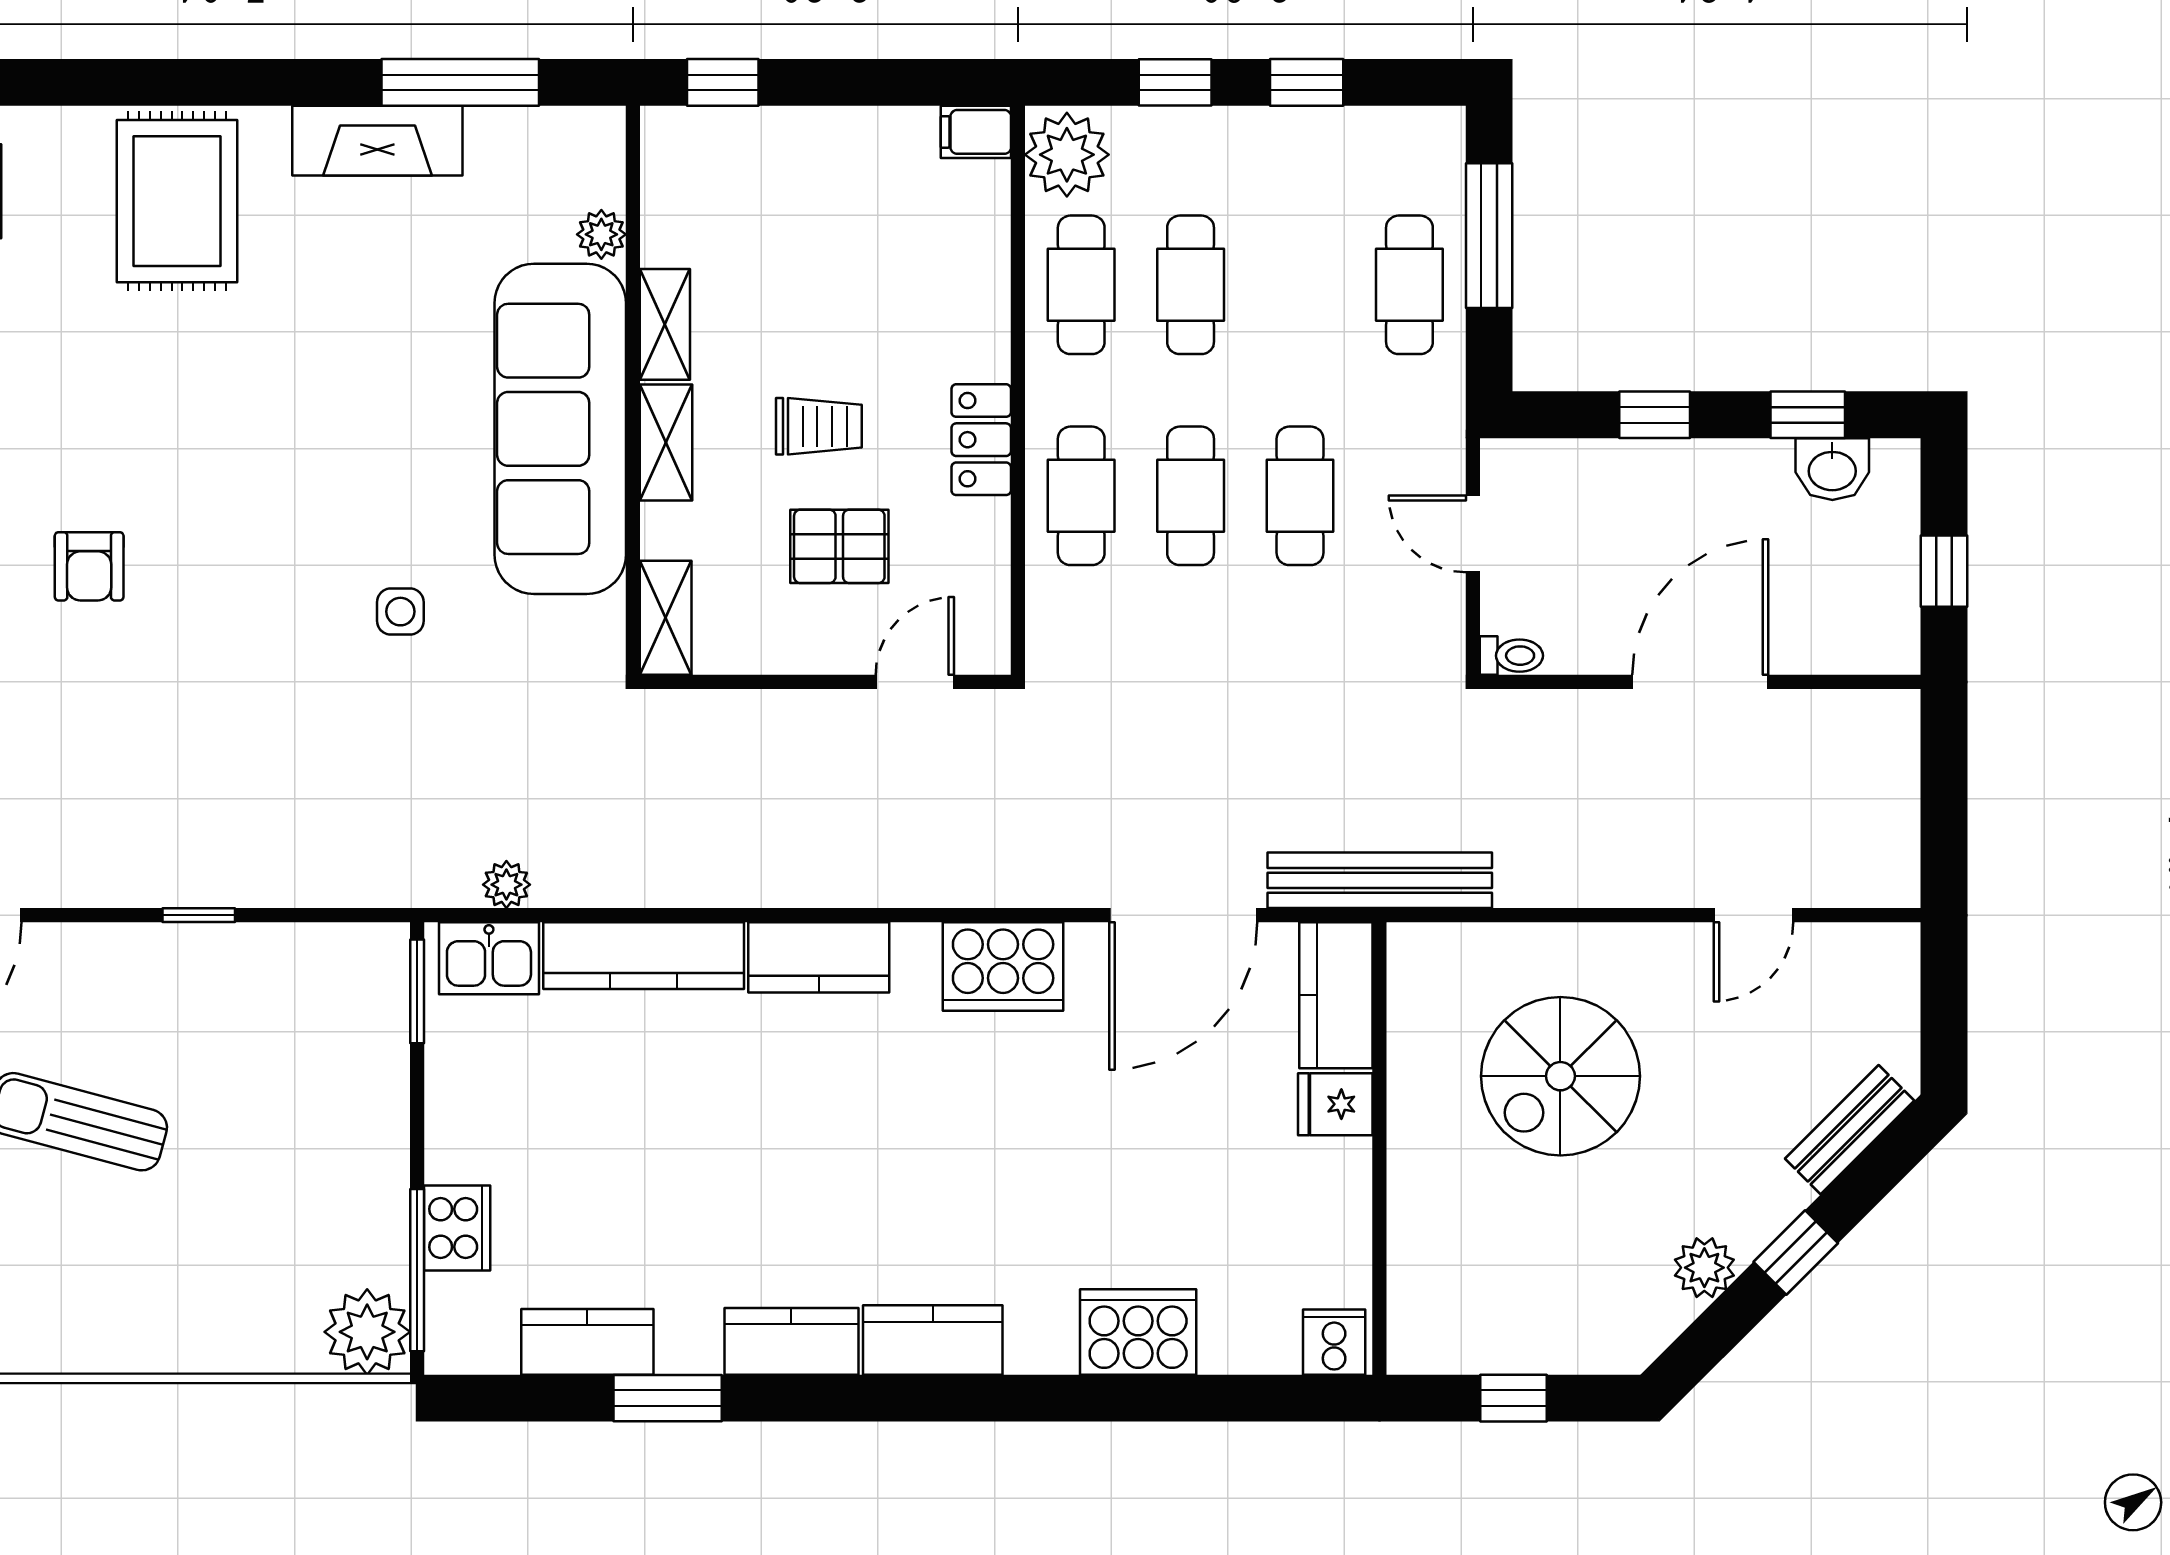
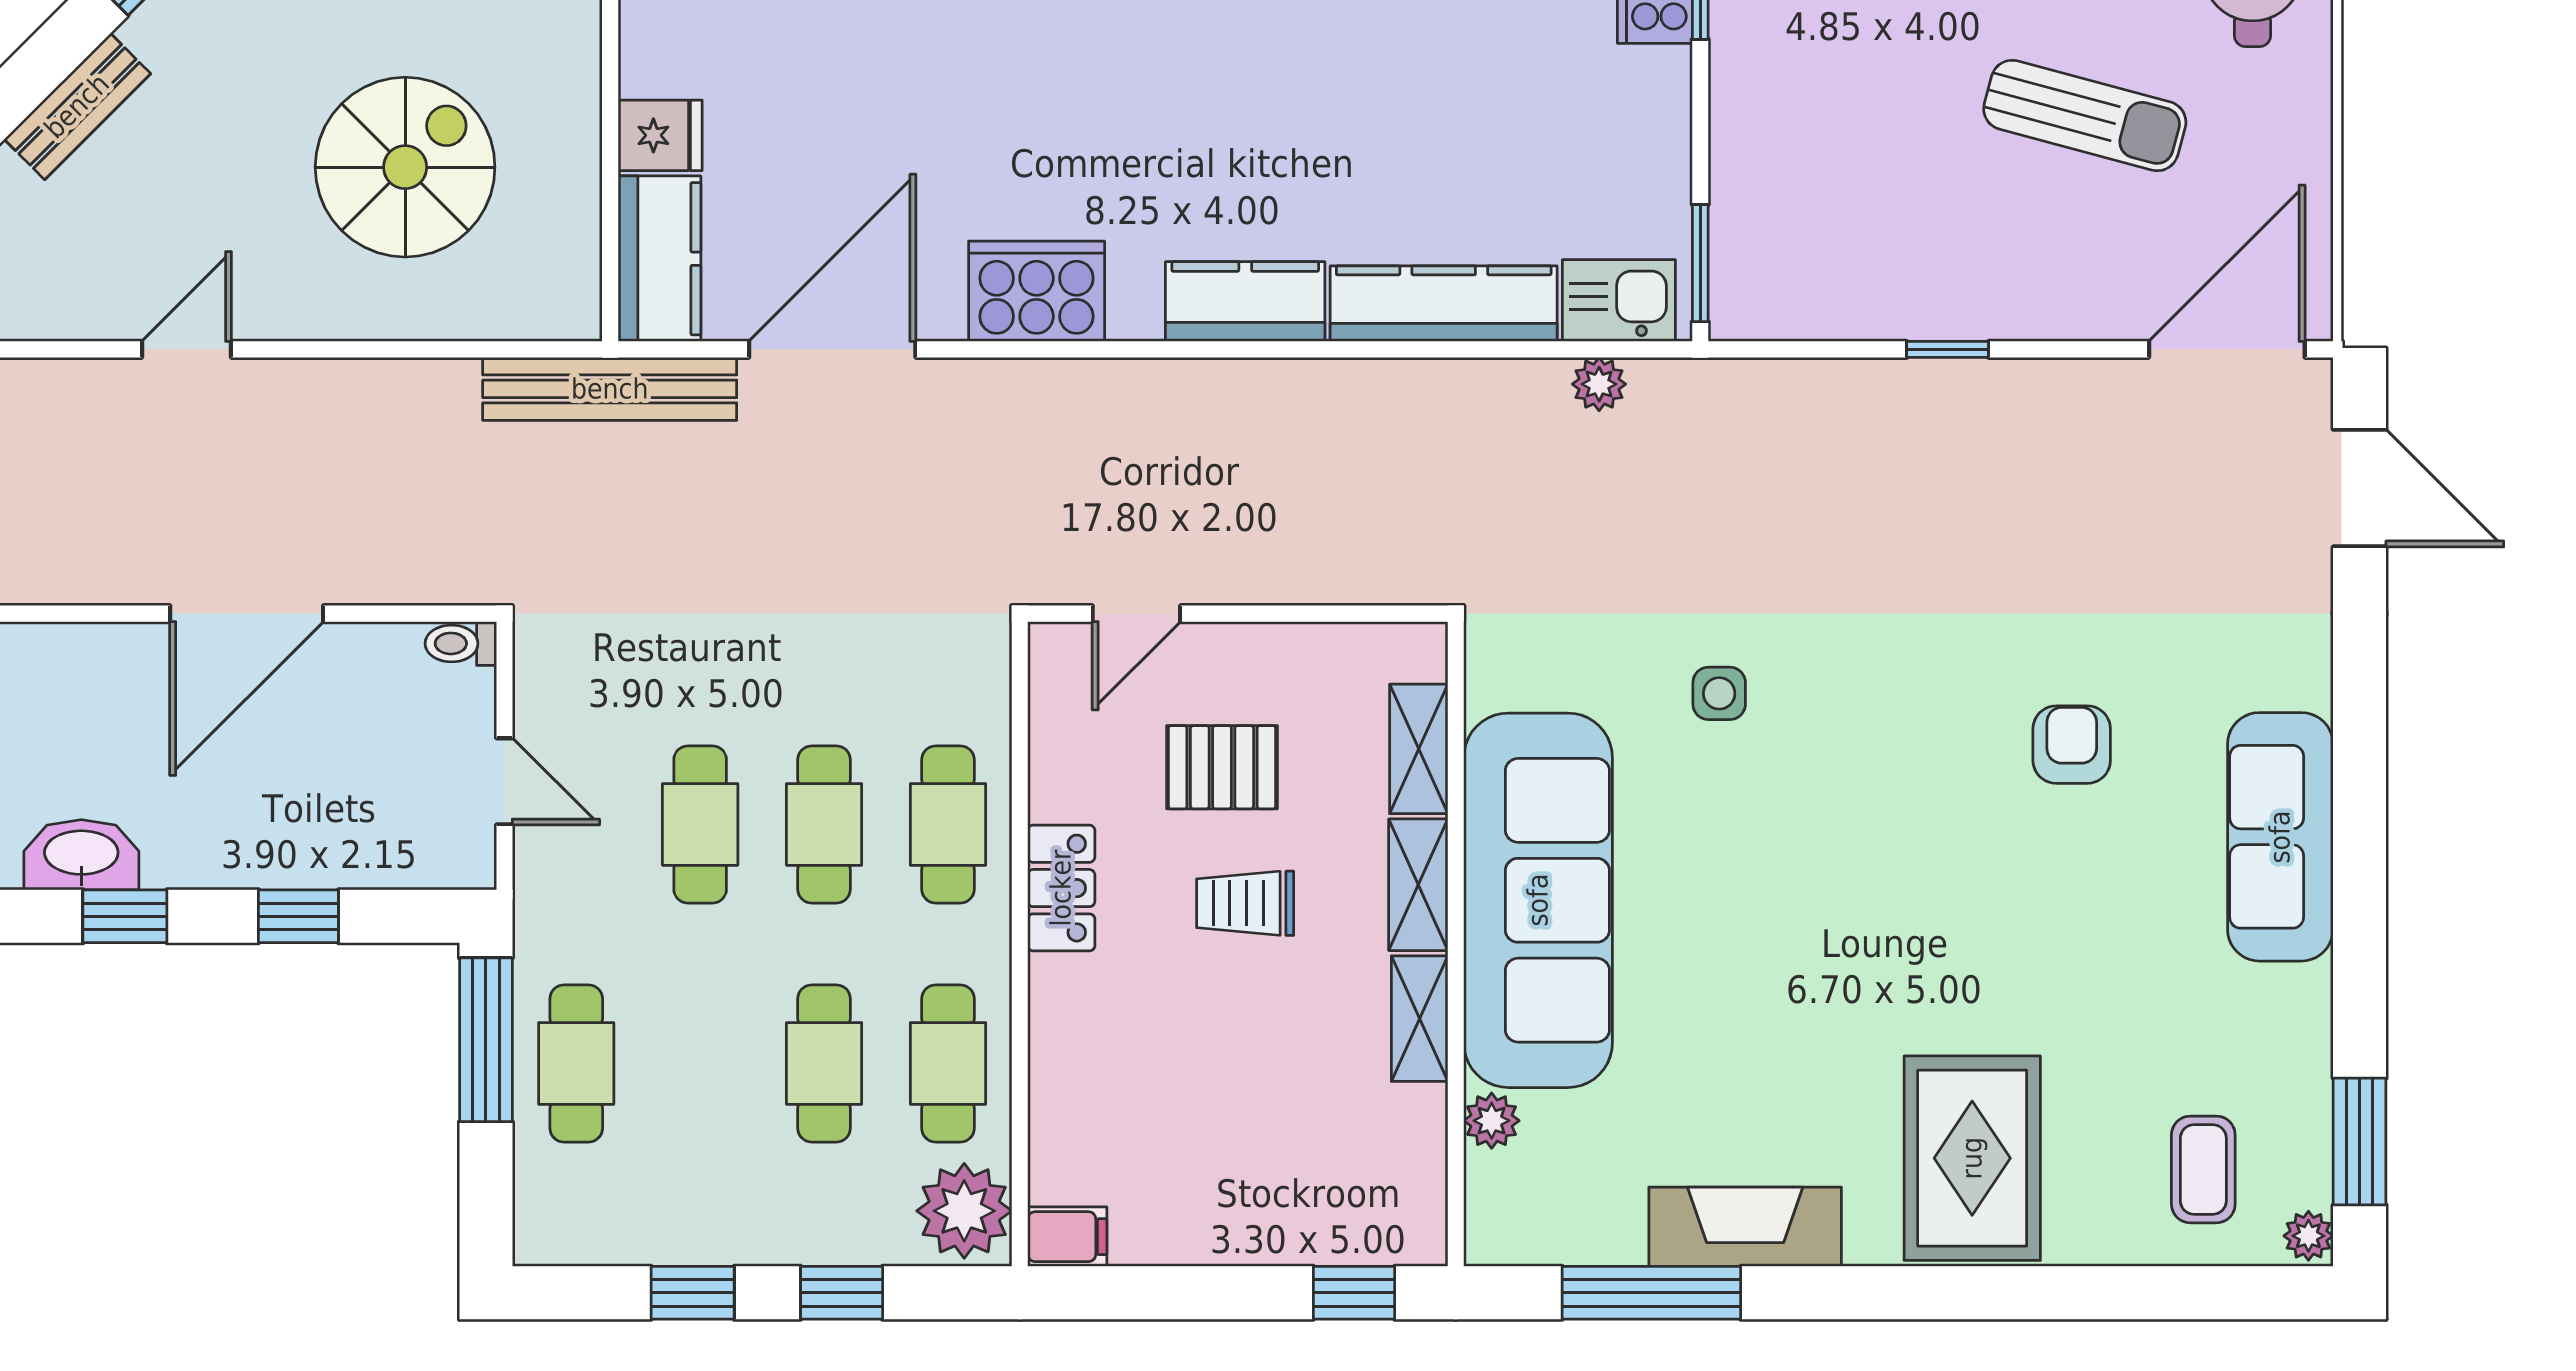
window: (1489, 236) -> (486, 1040), moved
washbasin: (1832, 469) -> (81, 855), width x1.38
shelving: (666, 618) -> (1419, 749), moved

